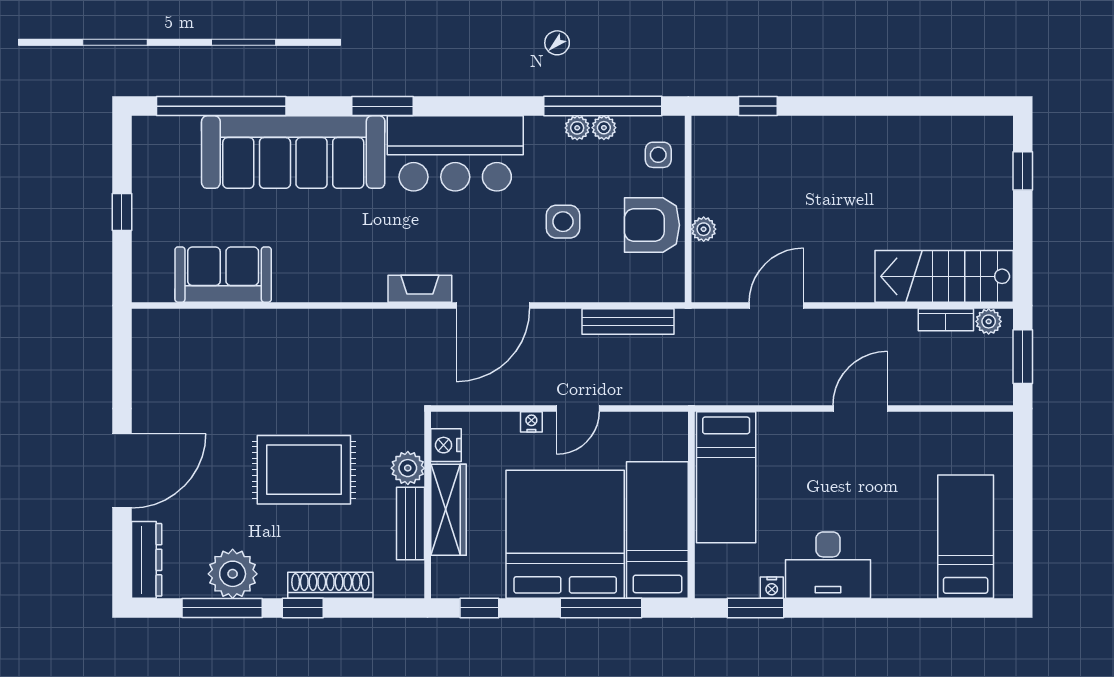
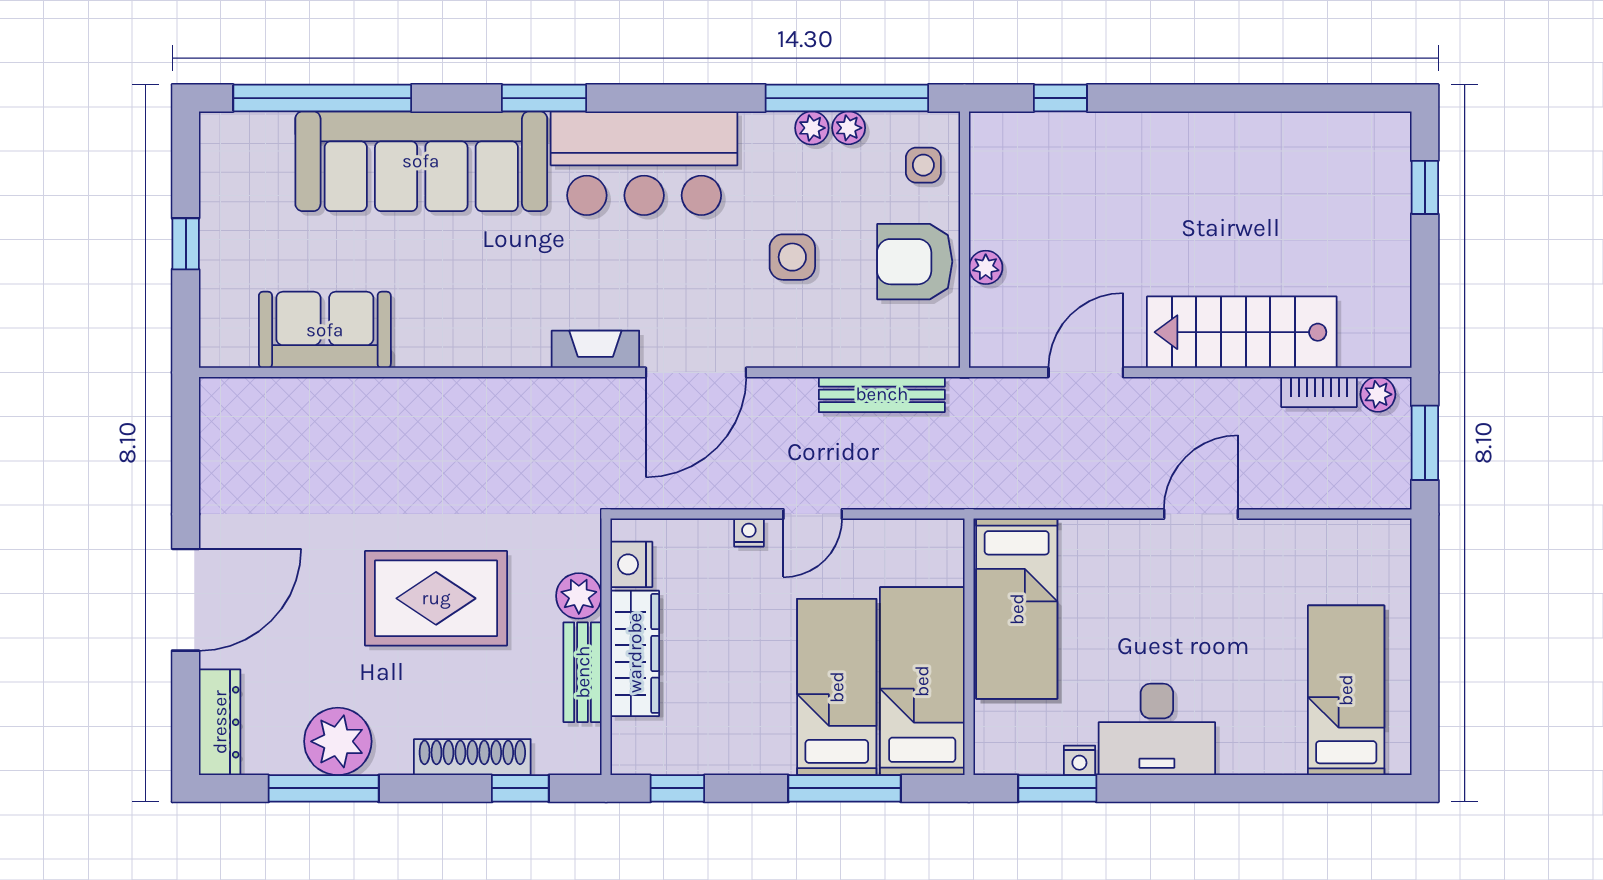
stairs: (944, 276) -> (1242, 332), moved
bed: (565, 534) -> (837, 687), width x0.49
window: (303, 608) -> (520, 788), moved

